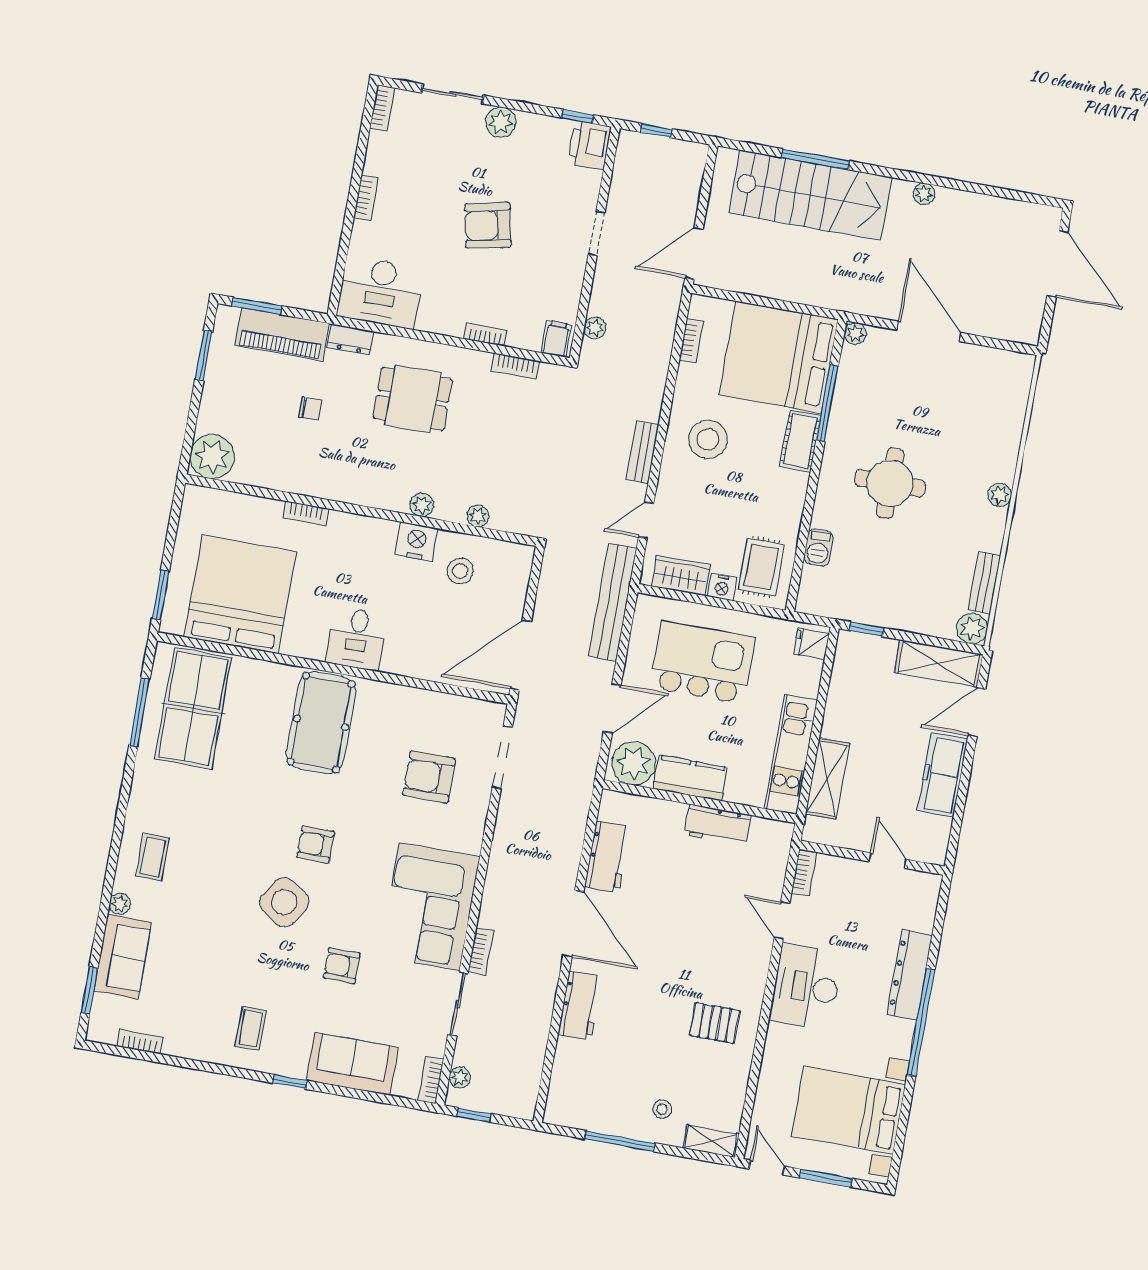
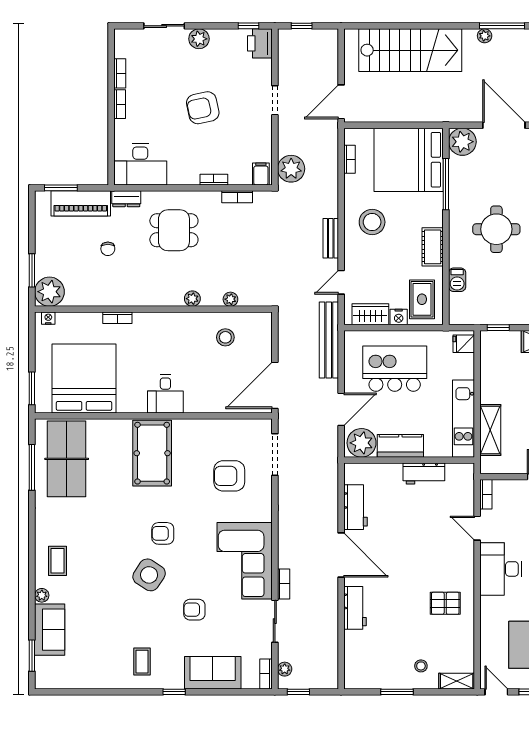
bookcase: (382, 108) -> (120, 73), moved
window: (815, 159) -> (502, 26), moved
plant: (595, 328) -> (291, 169), width x1.88, depth x1.88
plant: (855, 333) -> (462, 142), width x1.88, depth x1.88
window: (204, 356) -> (32, 270), moved
chair: (310, 409) -> (108, 249), turned 90
cot: (800, 441) -> (433, 247), moved
nightstand: (417, 541) -> (48, 318), moved, width x0.53, depth x0.56
bookcase: (140, 1042) -> (71, 683), removed
window: (620, 1141) -> (397, 692), width x0.69

